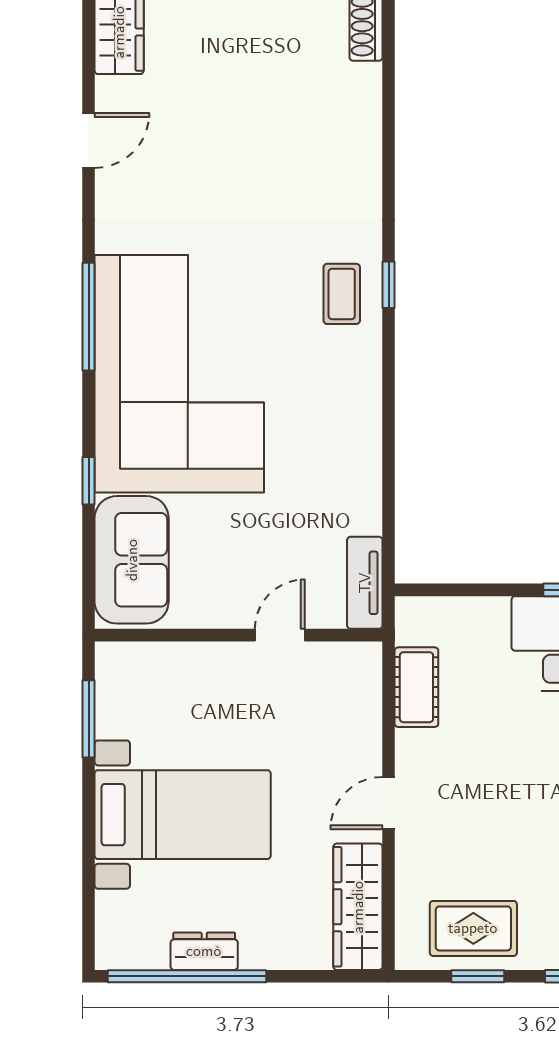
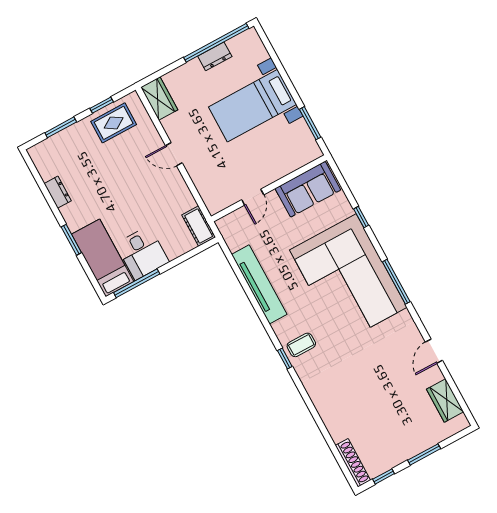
coffee table: (342, 294) -> (301, 345), turned 90
sofa: (132, 560) -> (308, 189), moved, turned -90
tv unit: (365, 583) -> (259, 284), moved, width x1.92, depth x1.29
cot: (416, 687) -> (199, 226), moved
door: (389, 803) -> (174, 154), swing flipped
wardrobe: (358, 907) -> (159, 98), width x0.67

